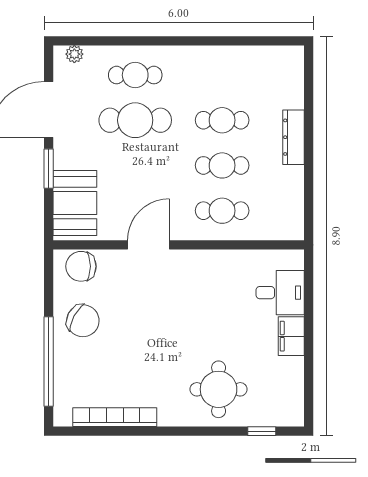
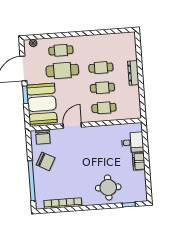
booth: (75, 203) -> (42, 104), width x1.36, depth x1.42
chair: (81, 266) -> (43, 137), turned -90

